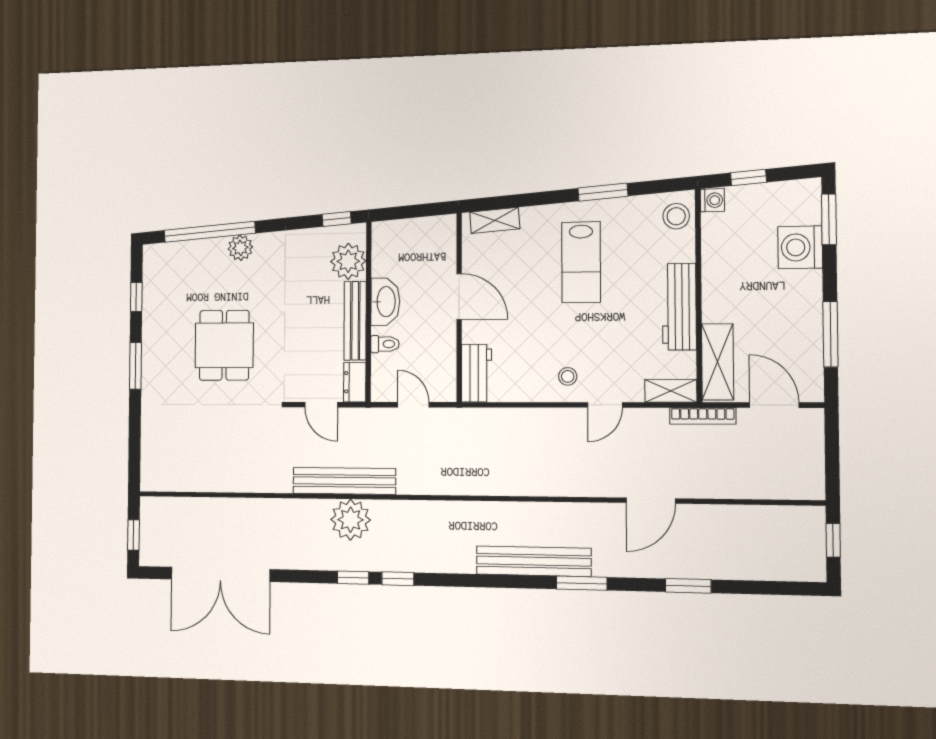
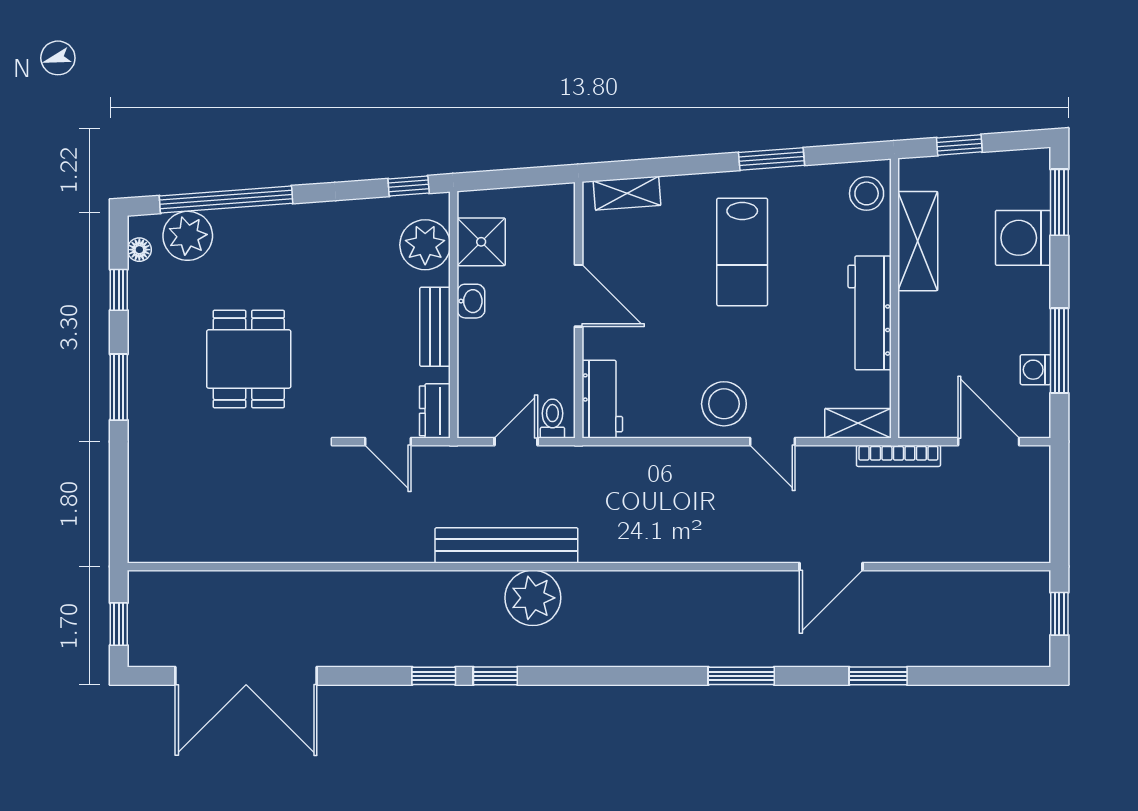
washing machine: (712, 200) -> (1036, 370), moved, turned 180
plant: (240, 248) -> (188, 236), moved, width x1.36, depth x1.36
shower: (388, 258) -> (481, 242), added
floor lamp: (150, 268) -> (139, 250), added
washbasin: (385, 302) -> (471, 301), width x0.52, depth x0.69
bench: (355, 321) -> (435, 327), width x0.73
toilet: (385, 344) -> (552, 419), moved, turned -90
shelving: (718, 362) -> (918, 241), moved
stool: (568, 376) -> (724, 404), width x1.89, depth x1.89
door: (413, 405) -> (516, 442), hinge flipped
door: (605, 405) -> (773, 442), hinge flipped
bench: (344, 481) -> (506, 545), moved
plant: (351, 520) -> (533, 598), moved
bench: (534, 561) -> (678, 648), removed

